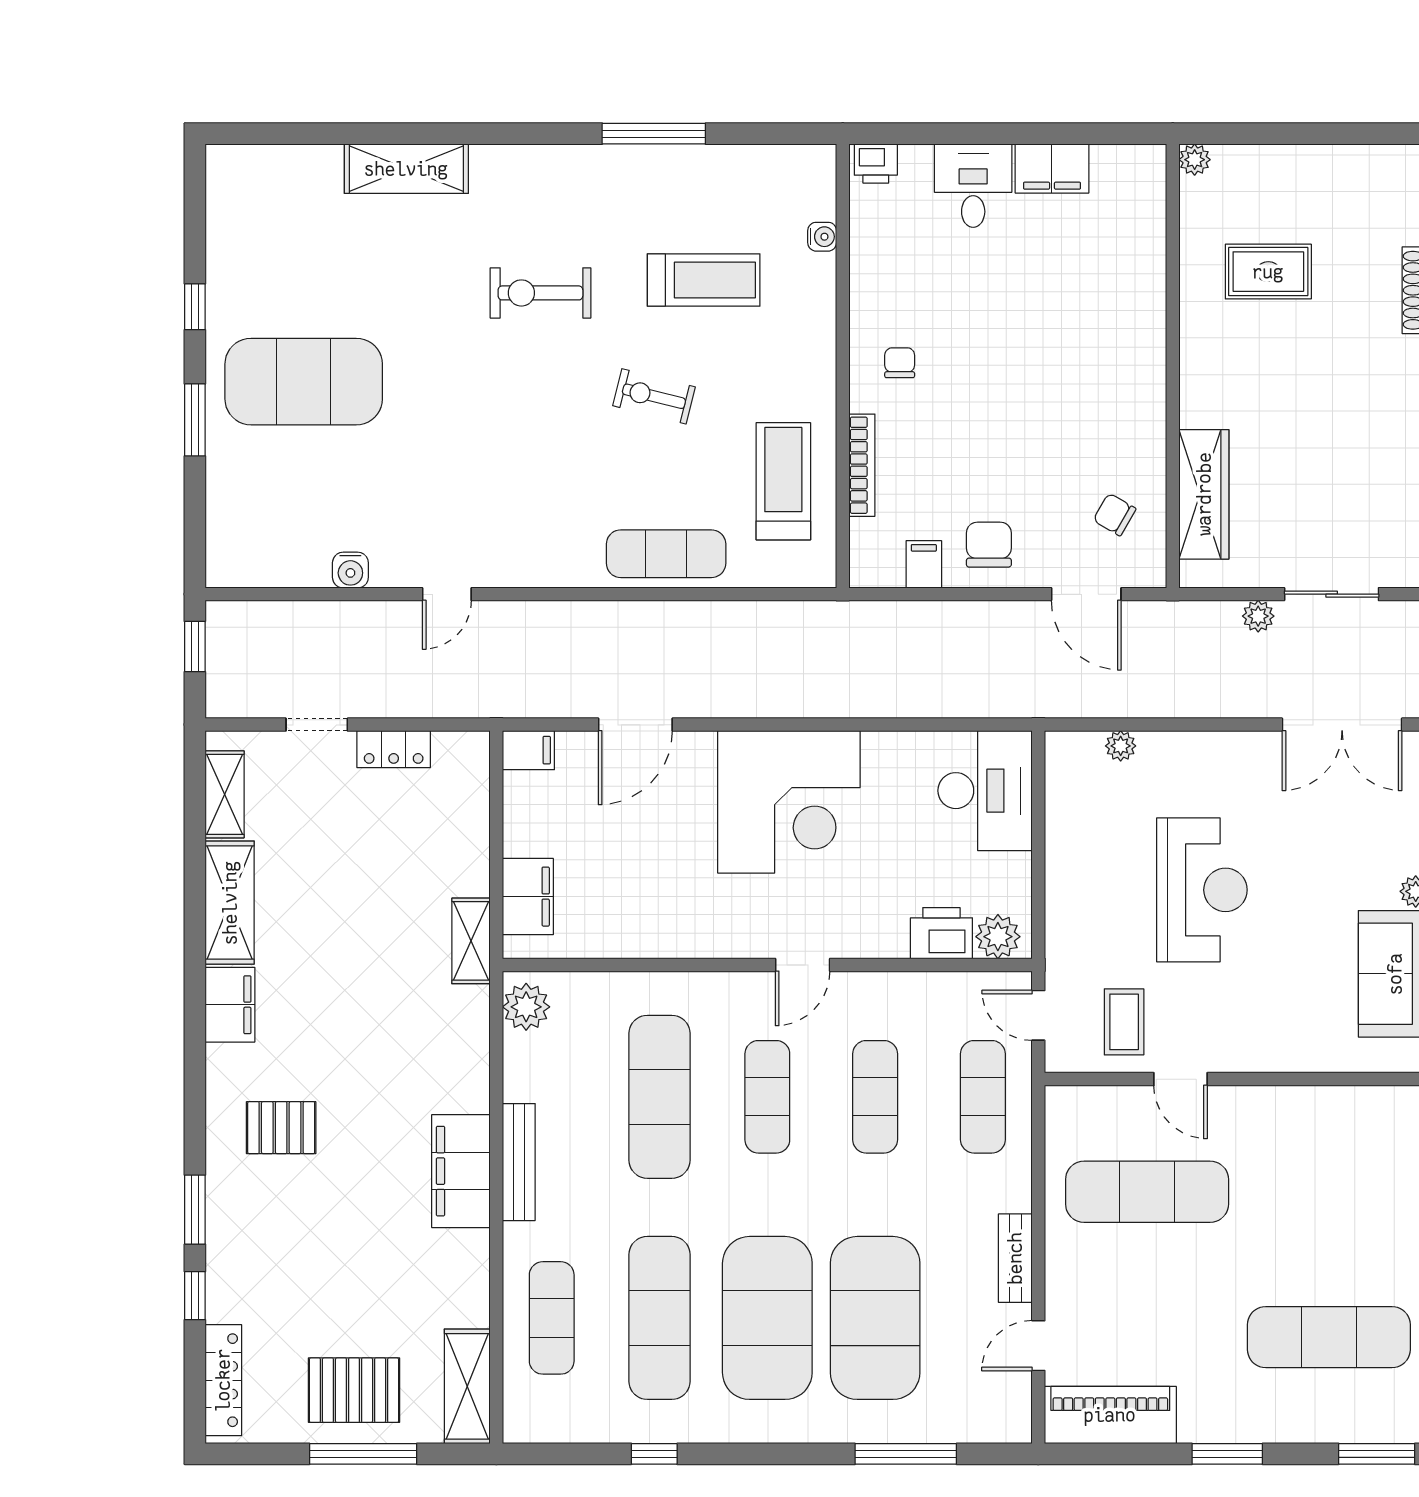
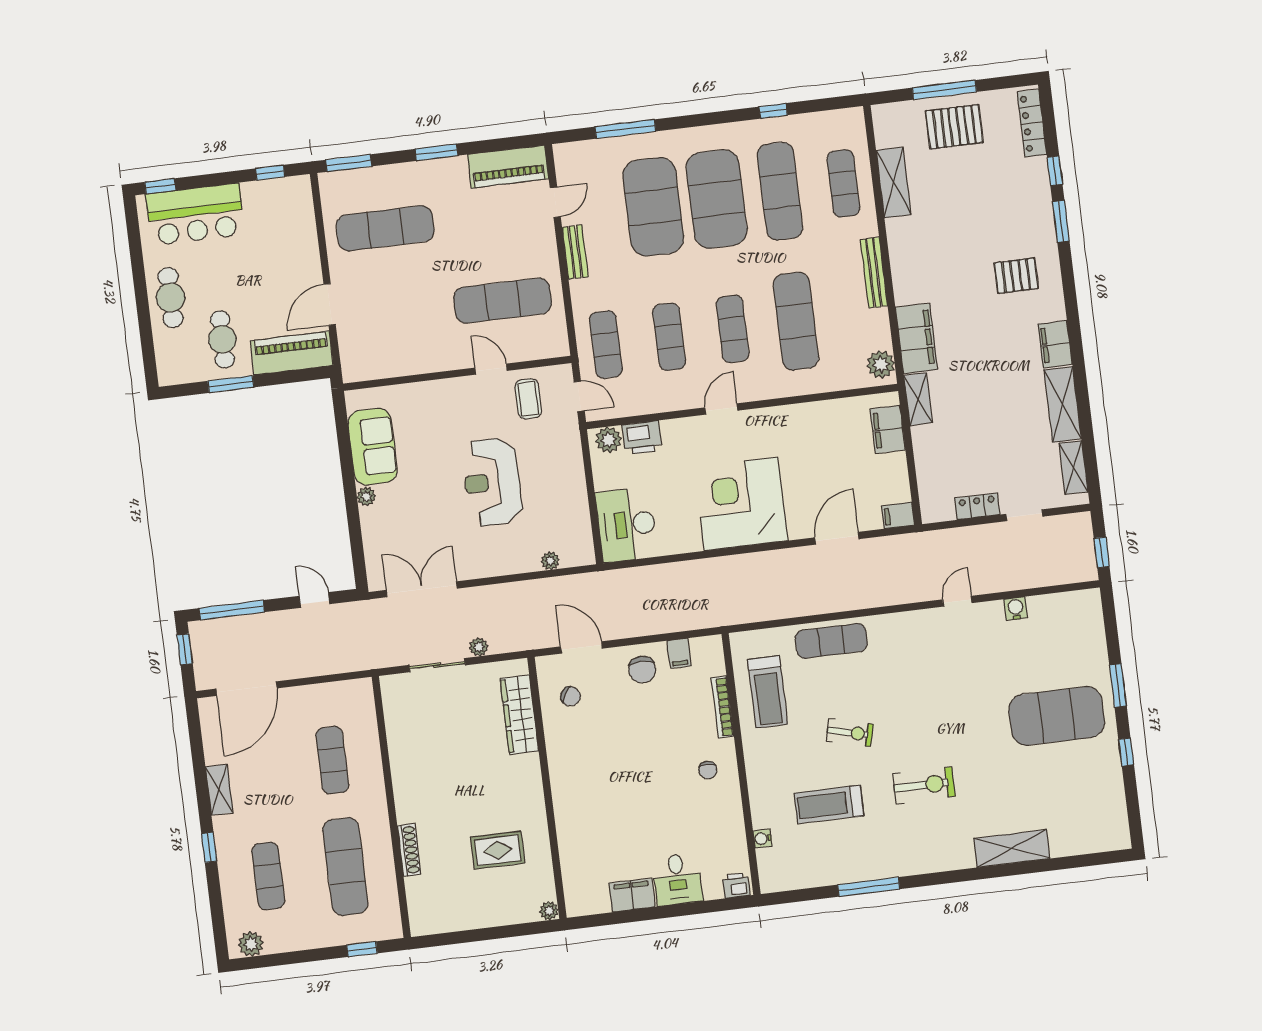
filing cabinet: (461, 1171) -> (916, 338), moved
shelving: (467, 1386) -> (894, 182), moved

